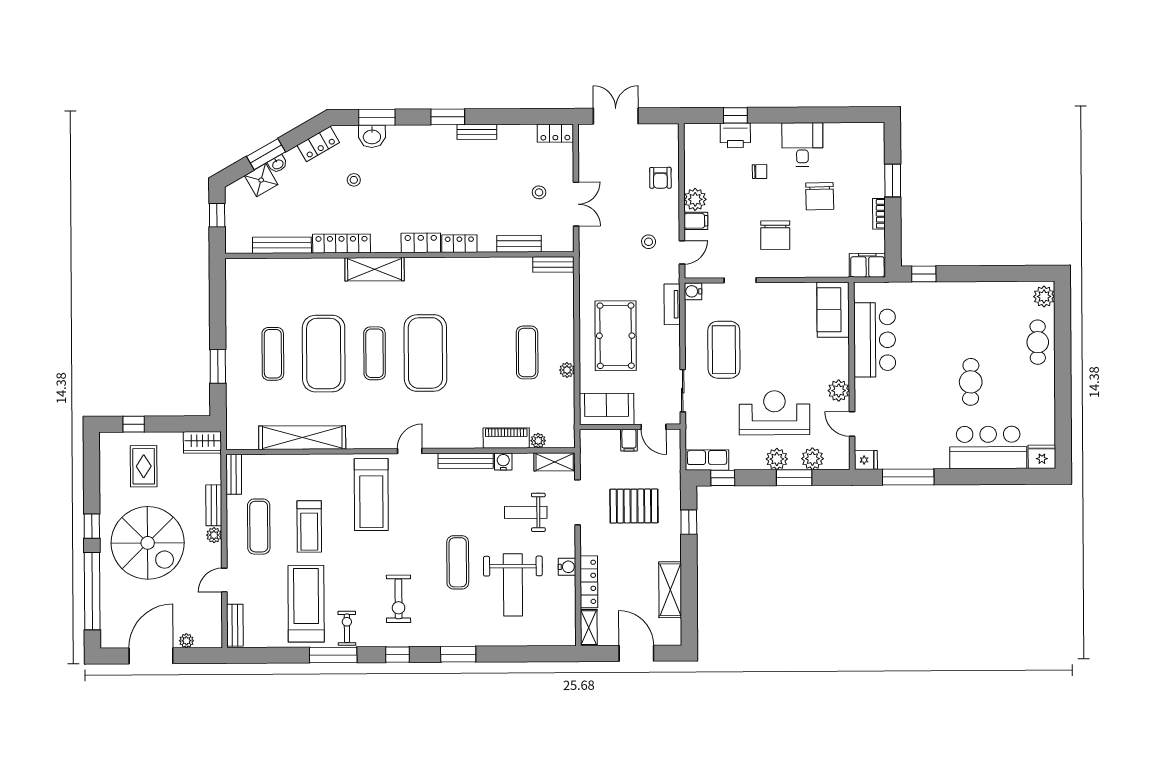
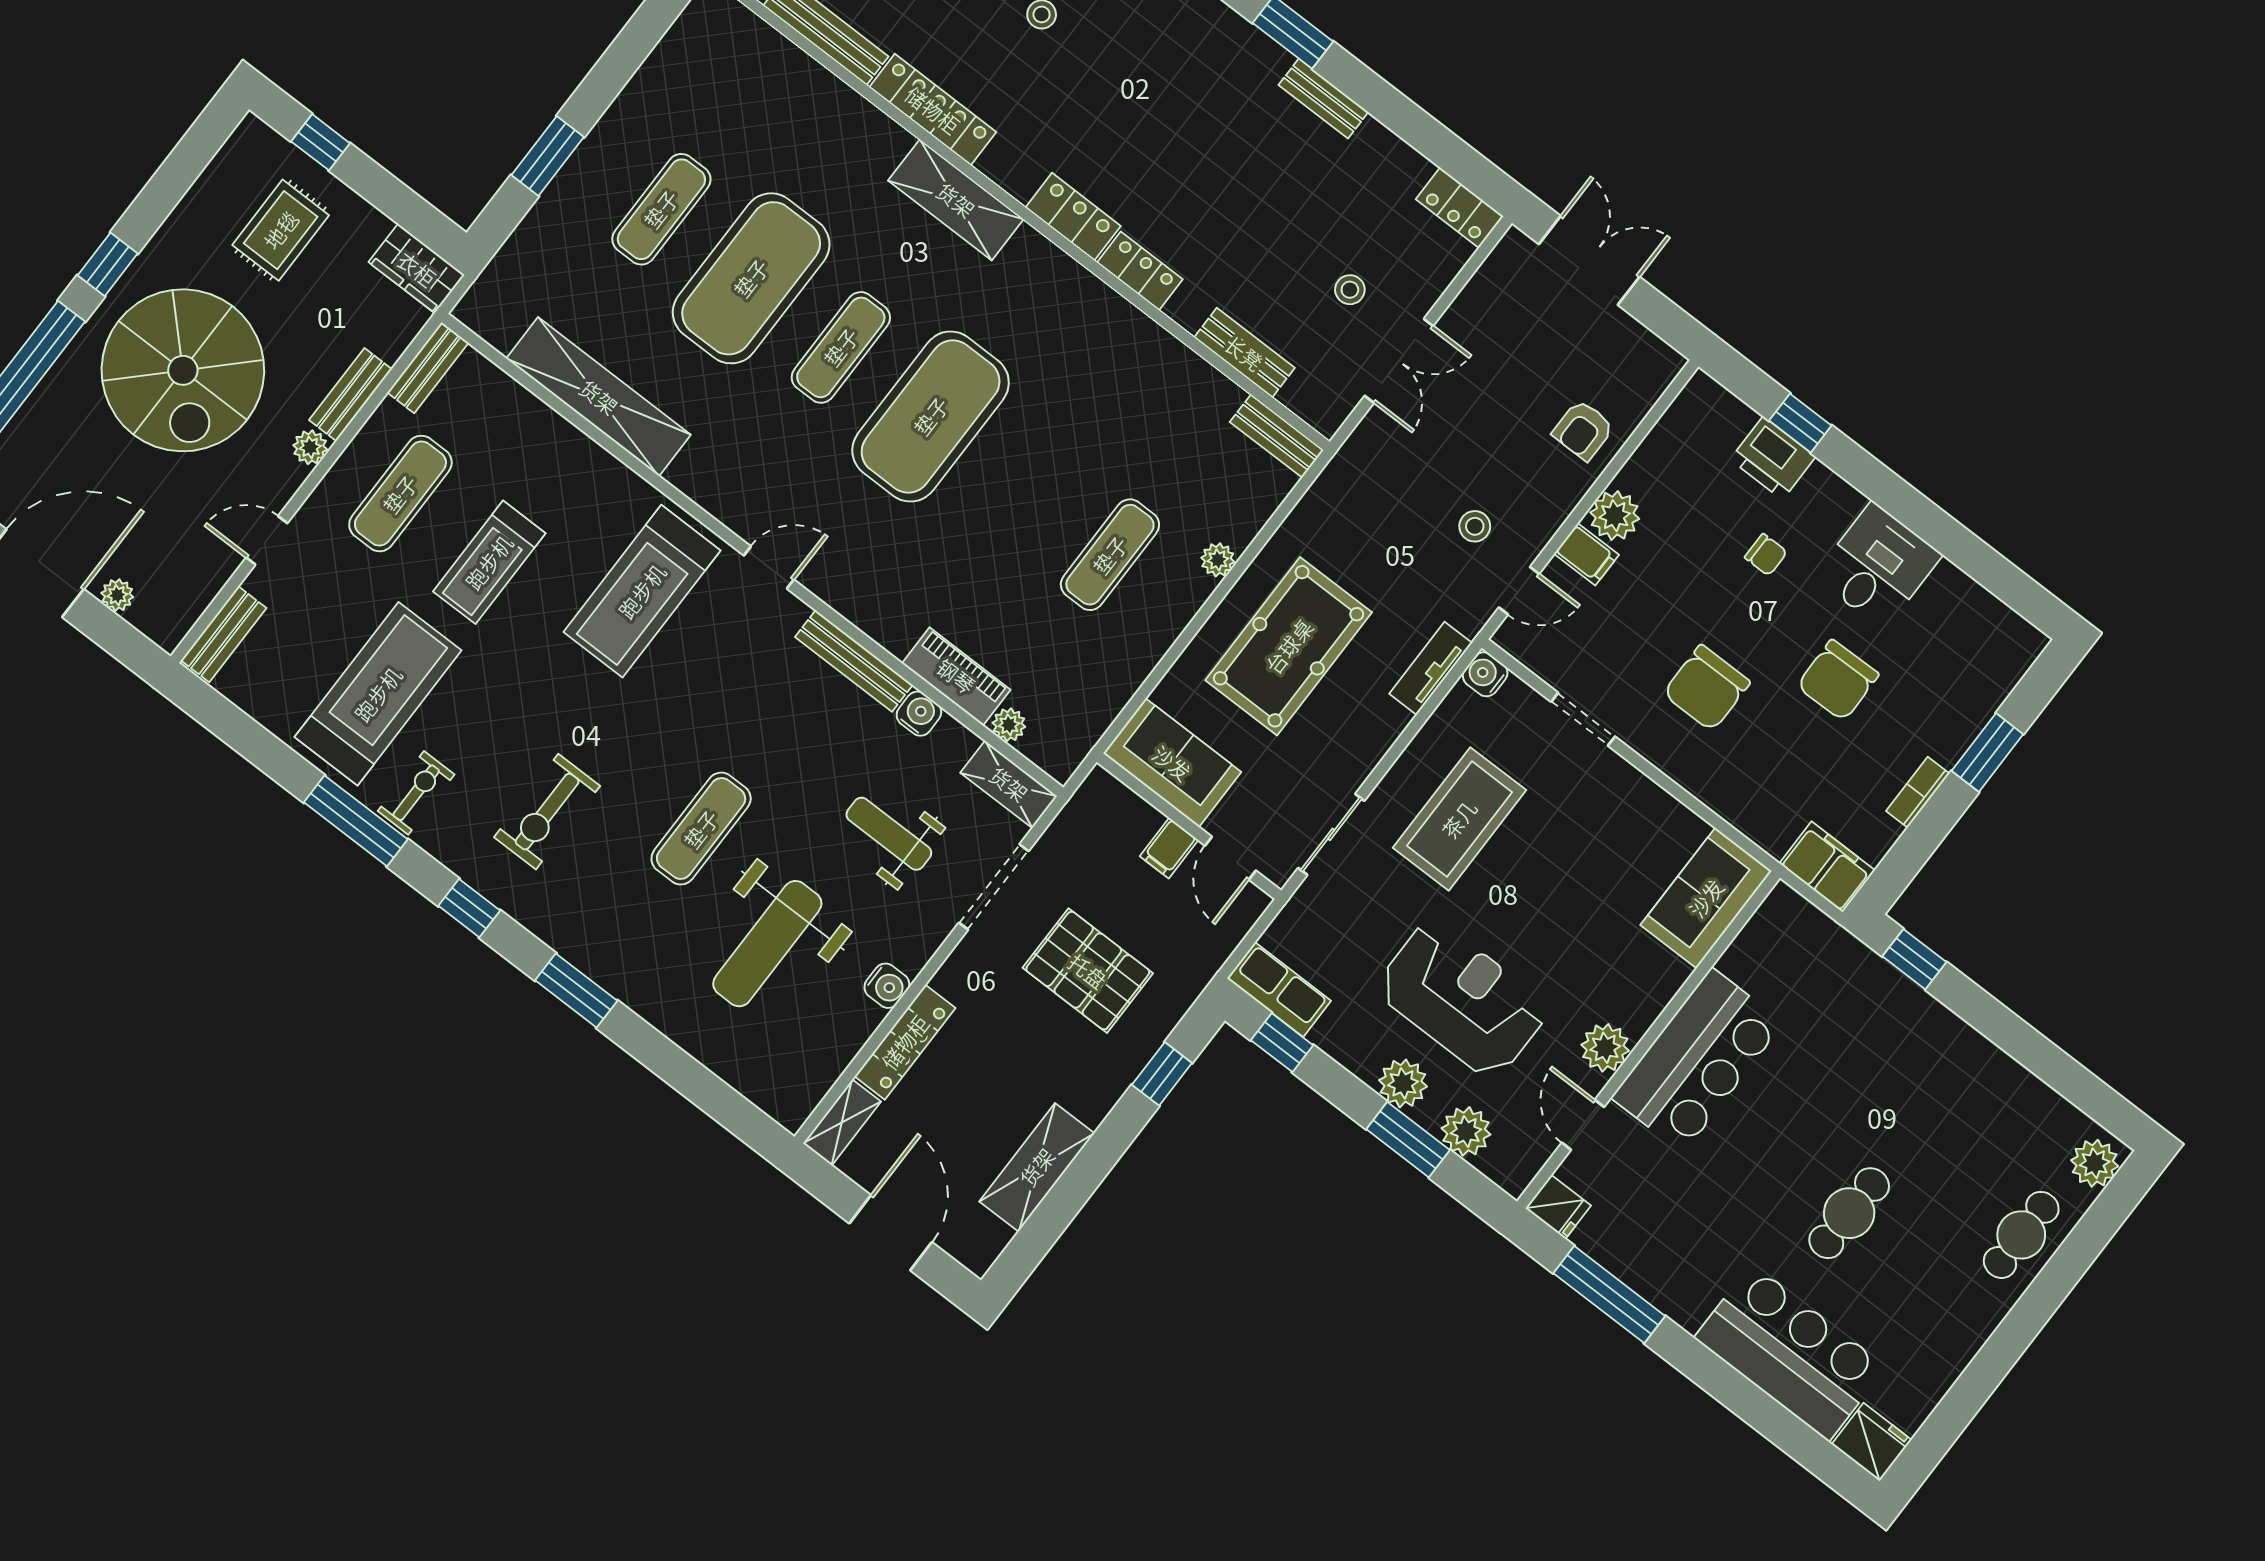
bar counter: (875, 340) -> (1697, 1060), moved
plant: (567, 370) -> (1218, 560), moved

